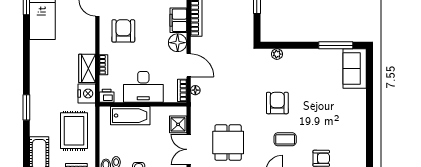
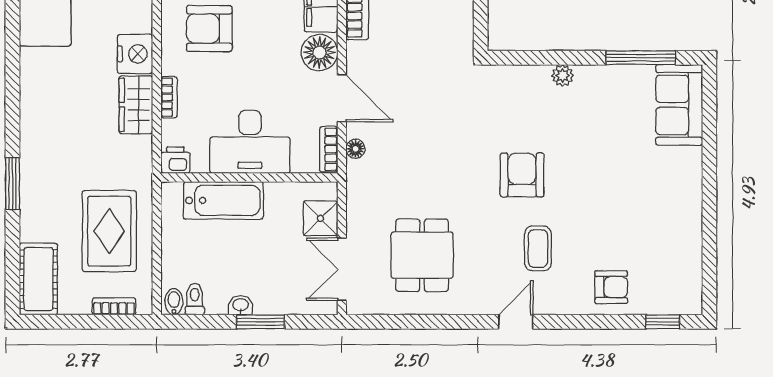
armchair: (123, 31) -> (209, 29), turned -90
plant: (277, 54) -> (563, 76), moved
nightstand: (87, 93) -> (135, 54), moved
coffee table: (285, 139) -> (538, 249), turned 90

